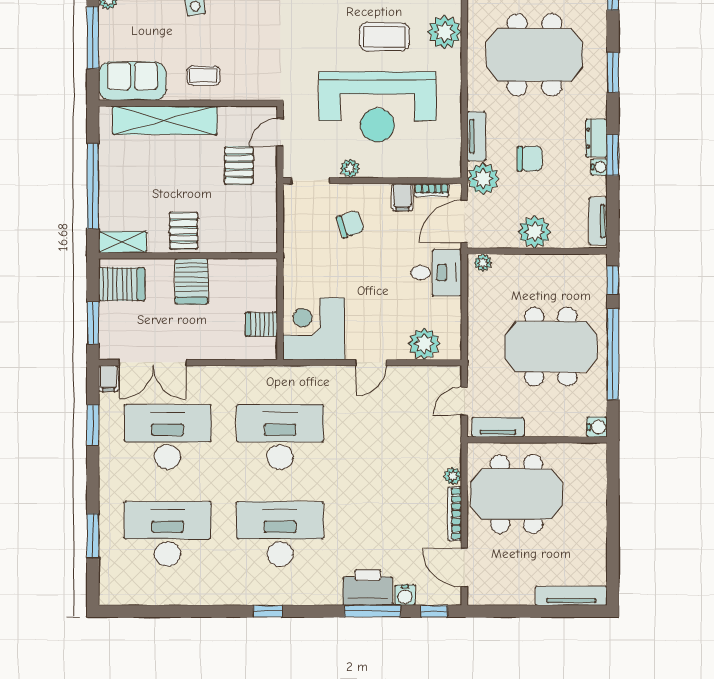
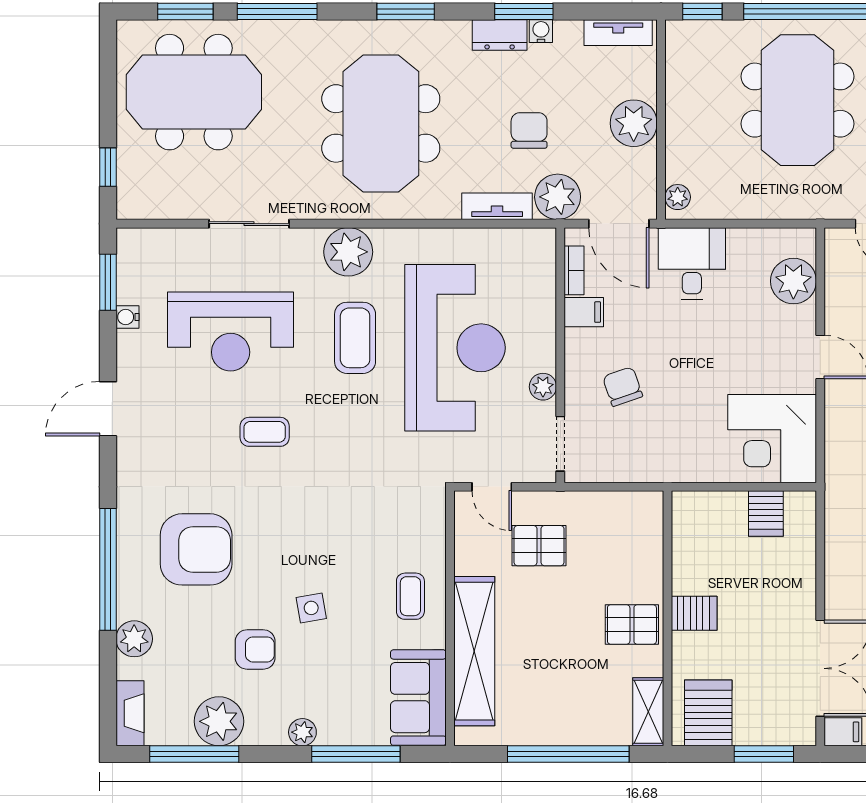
server rack: (192, 281) -> (694, 613), width x0.73, depth x0.70

